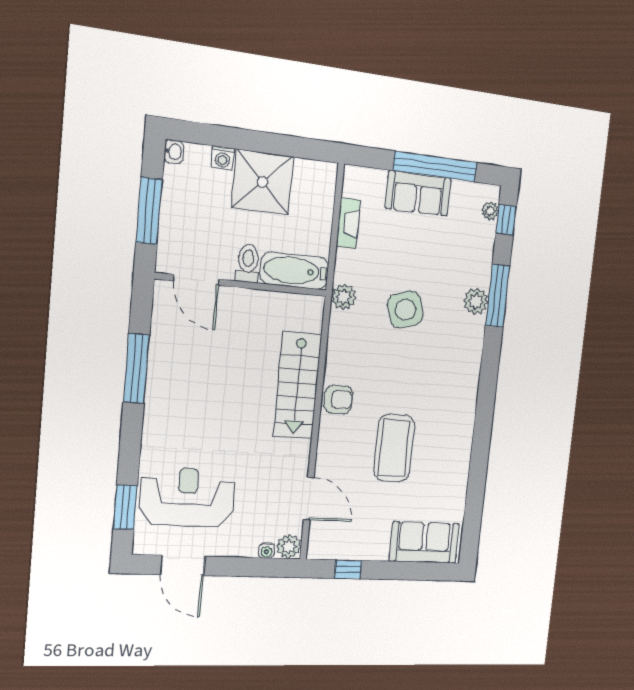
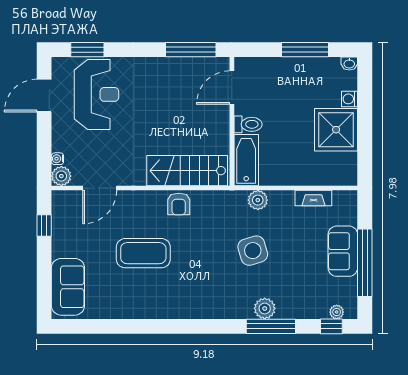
toilet: (248, 263) -> (248, 124), moved
bathtub: (295, 271) -> (246, 160), moved
door: (196, 280) -> (232, 88), moved
wall: (242, 285) -> (232, 121), moved

